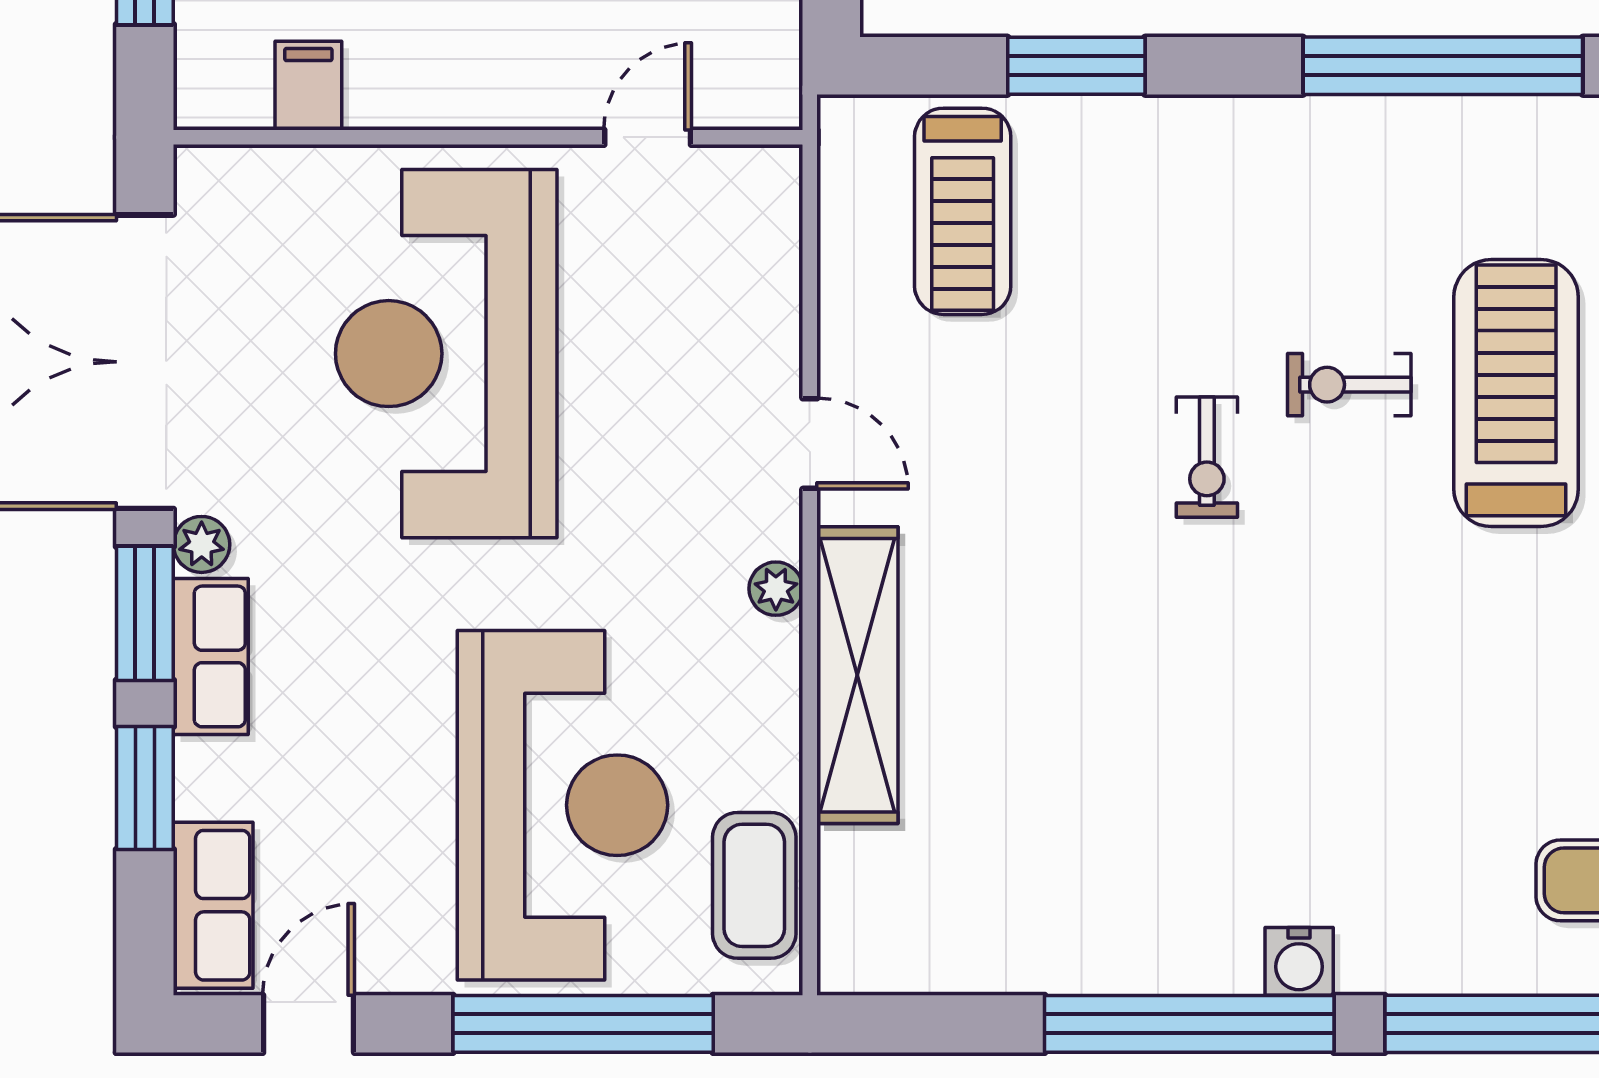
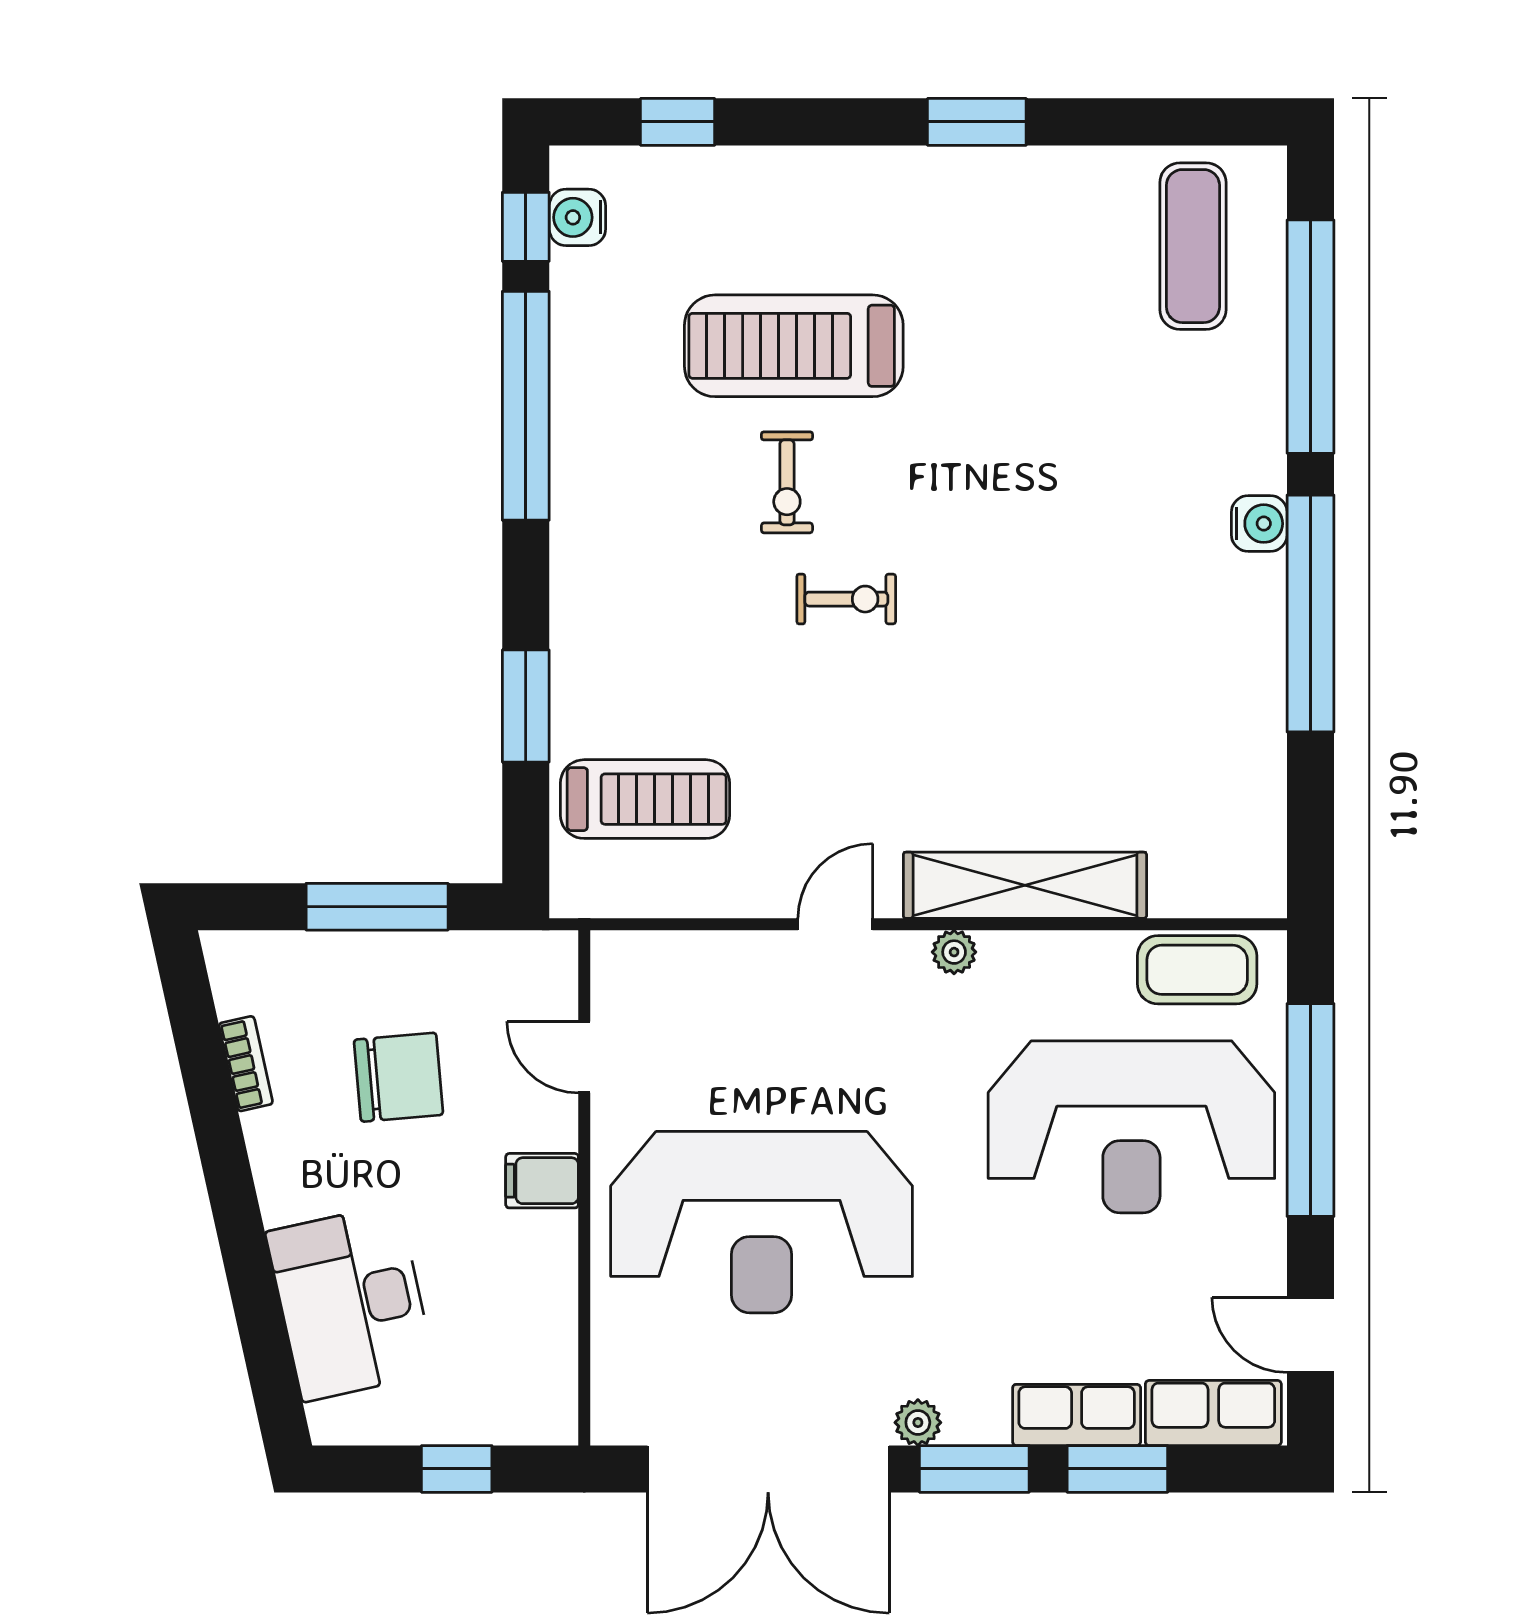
filing cabinet: (308, 86) -> (542, 1181), moved
row of seats: (211, 656) -> (1077, 1415), moved
reception desk: (563, 805) -> (1131, 1127), turned 180

